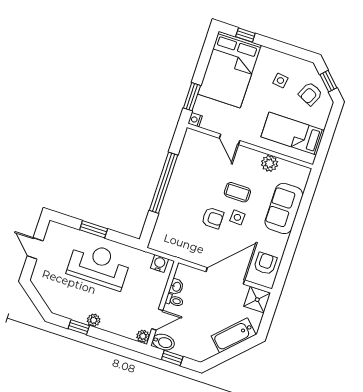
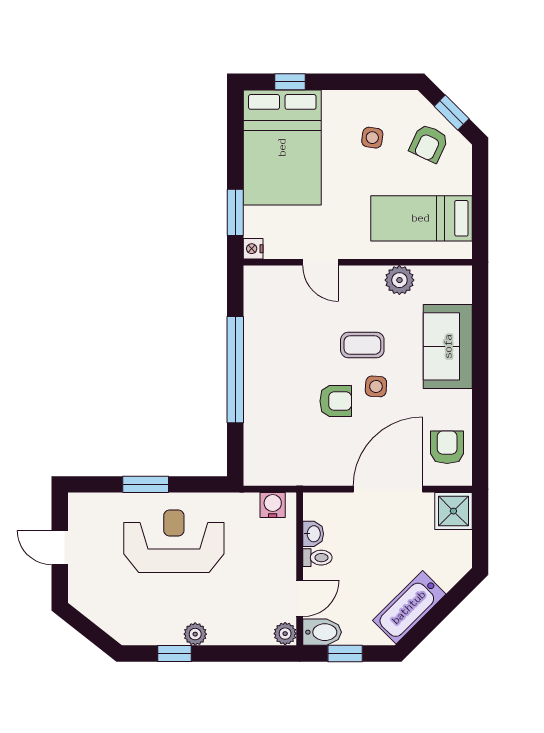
bathtub: (234, 335) -> (409, 607), moved

